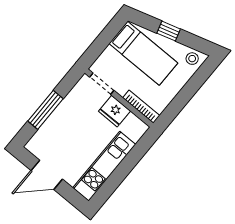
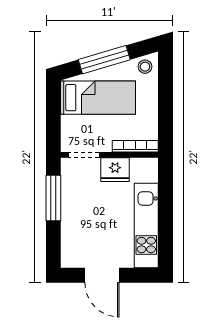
window: (169, 31) -> (104, 60), width x2.17
window: (45, 110) -> (53, 198), moved
door: (47, 175) -> (102, 275), hinge flipped

